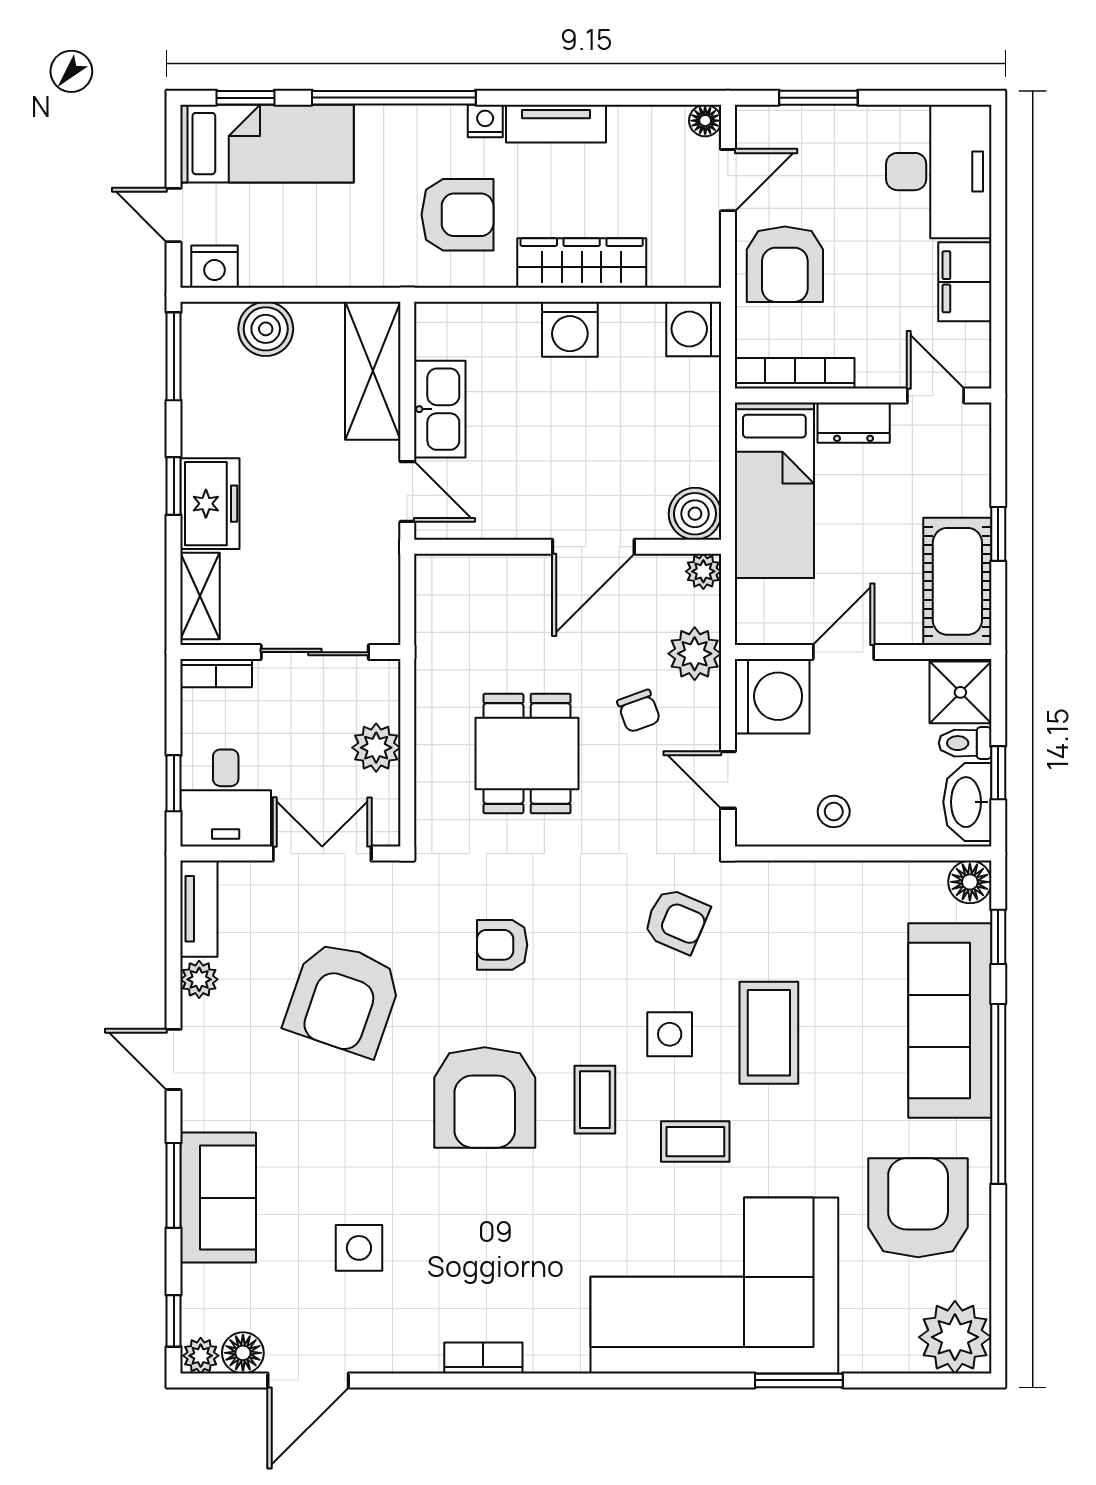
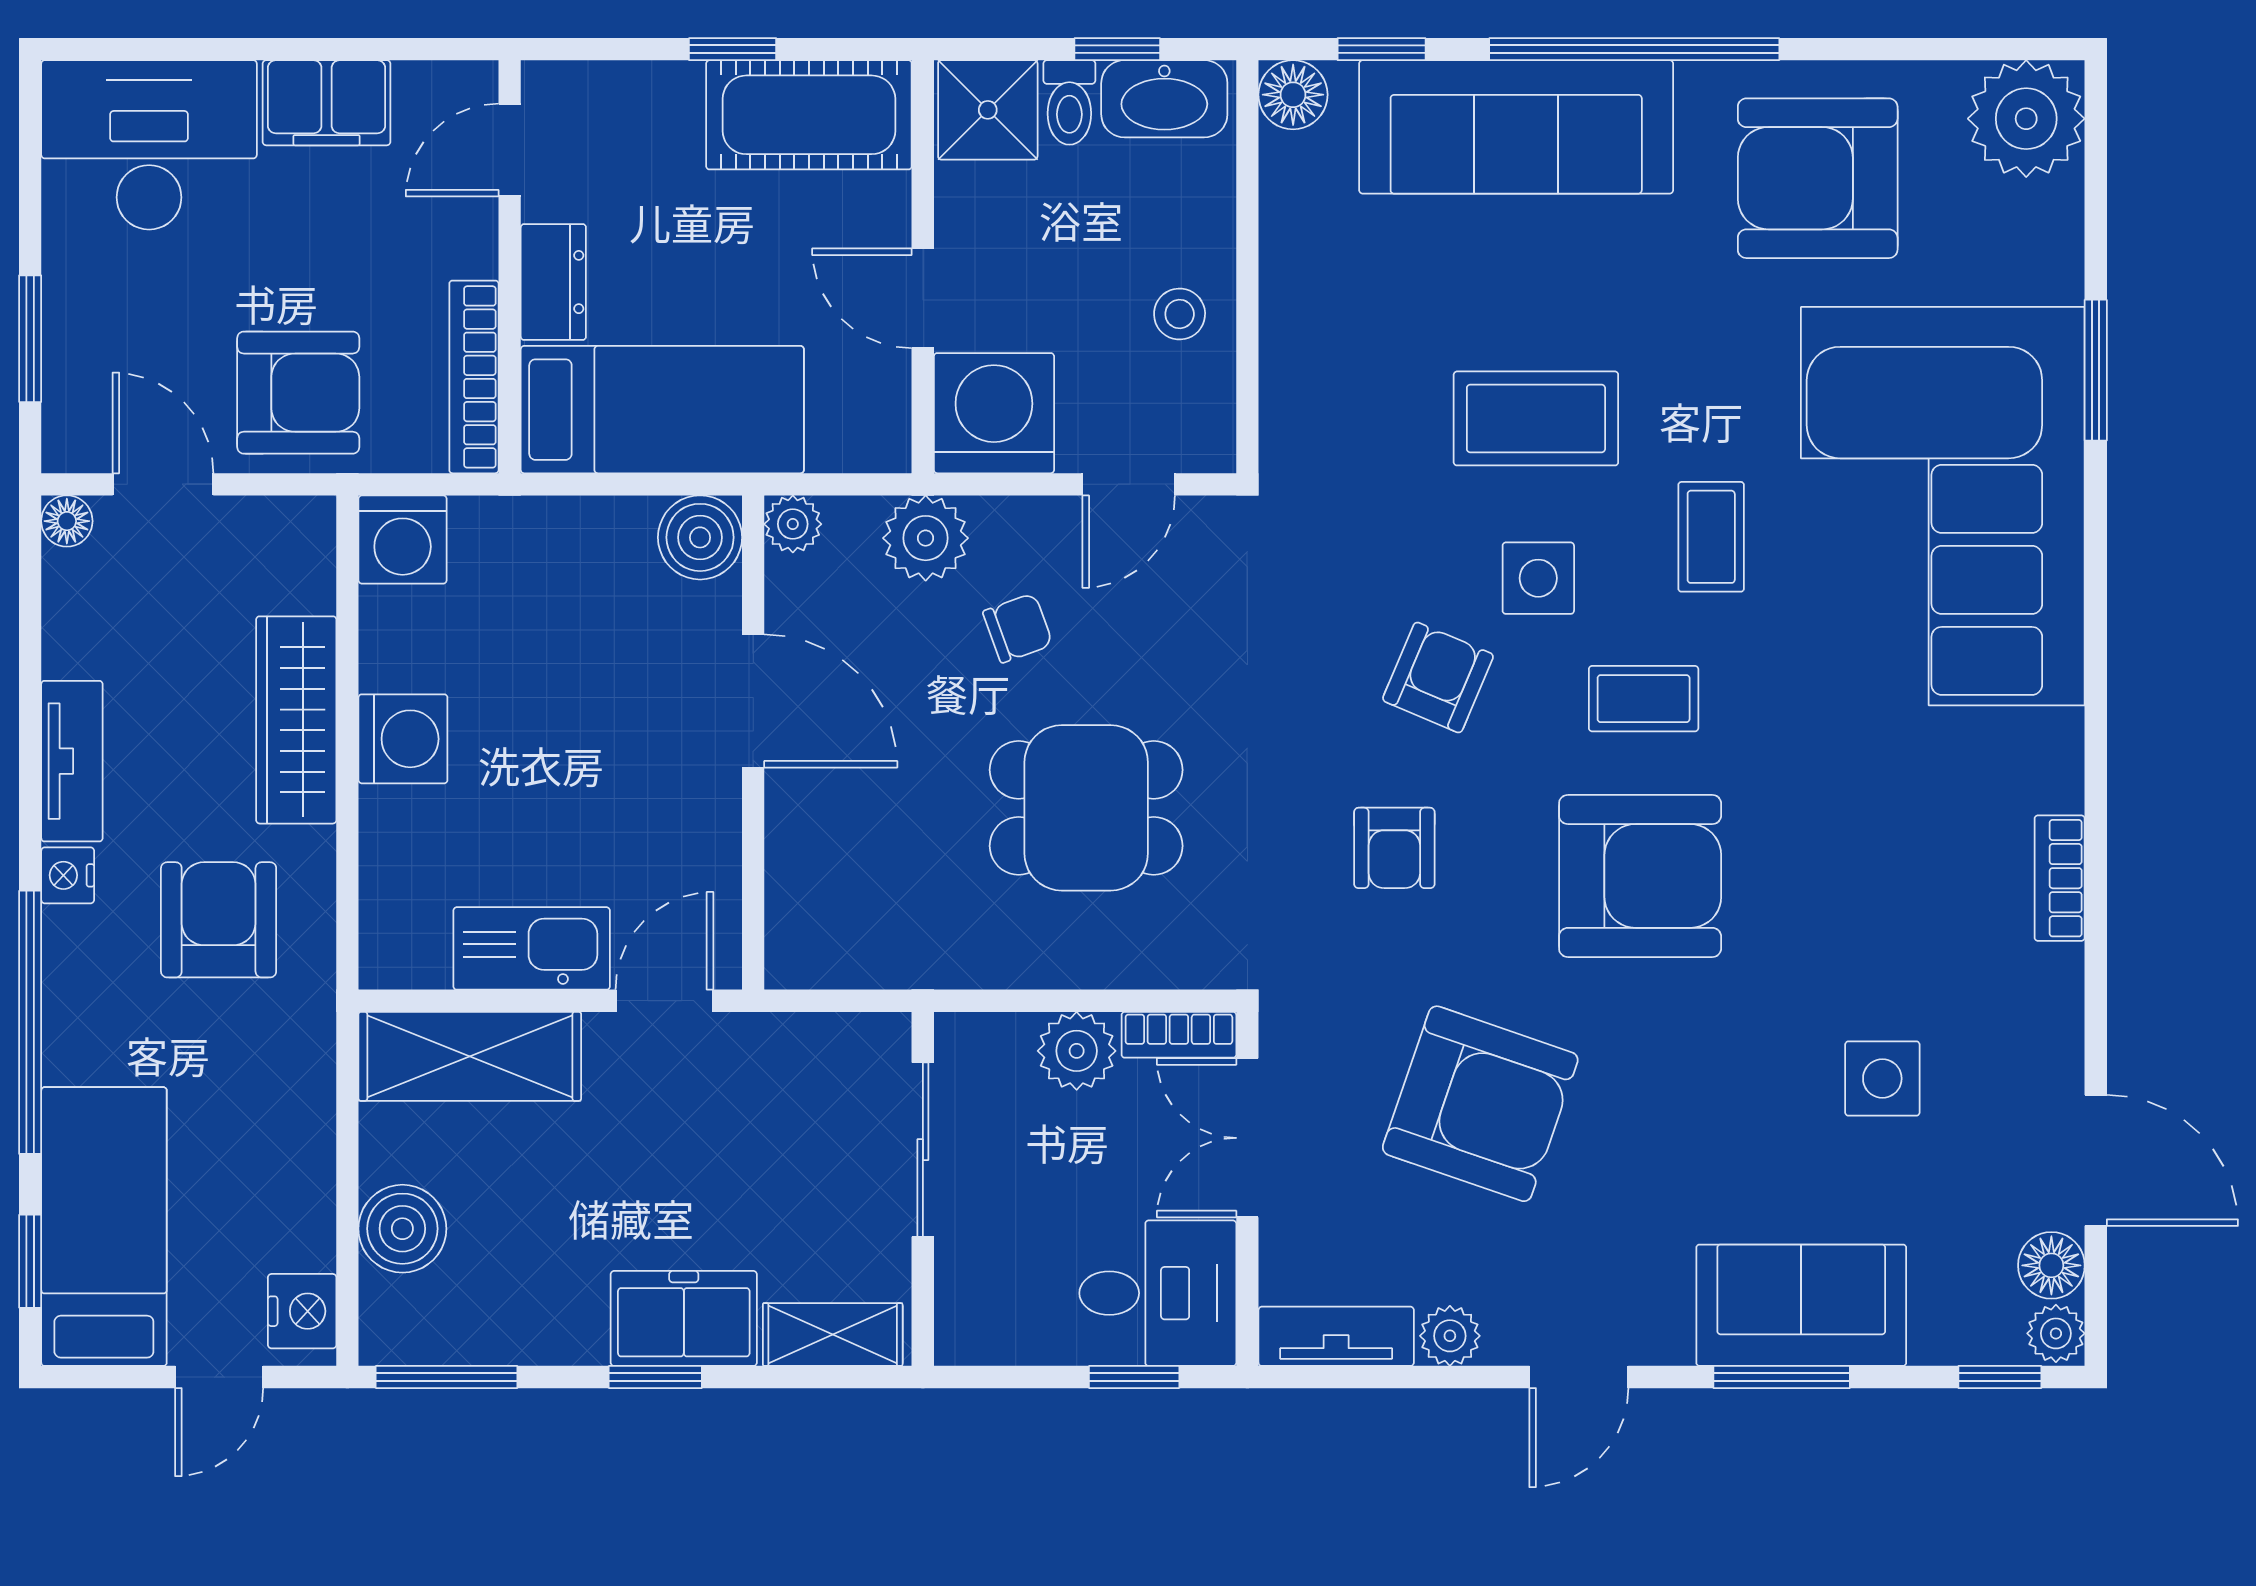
bookcase: (216, 673) -> (1179, 1035), moved, turned 90
armchair: (676, 921) -> (1438, 678), moved

